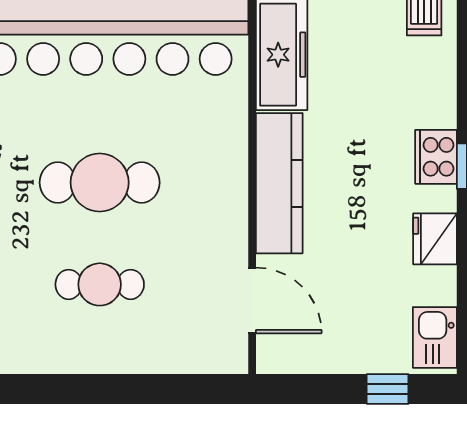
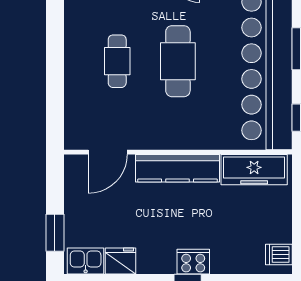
fridge: (435, 239) -> (121, 261), moved
window: (388, 389) -> (55, 233), width x1.50

